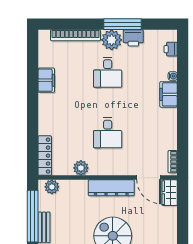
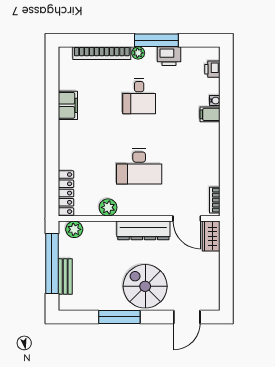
plant: (112, 40) -> (138, 53), width x0.53, depth x0.53
filing cabinet: (169, 94) -> (210, 114), width x0.50
desk: (108, 133) -> (139, 167), width x1.37

